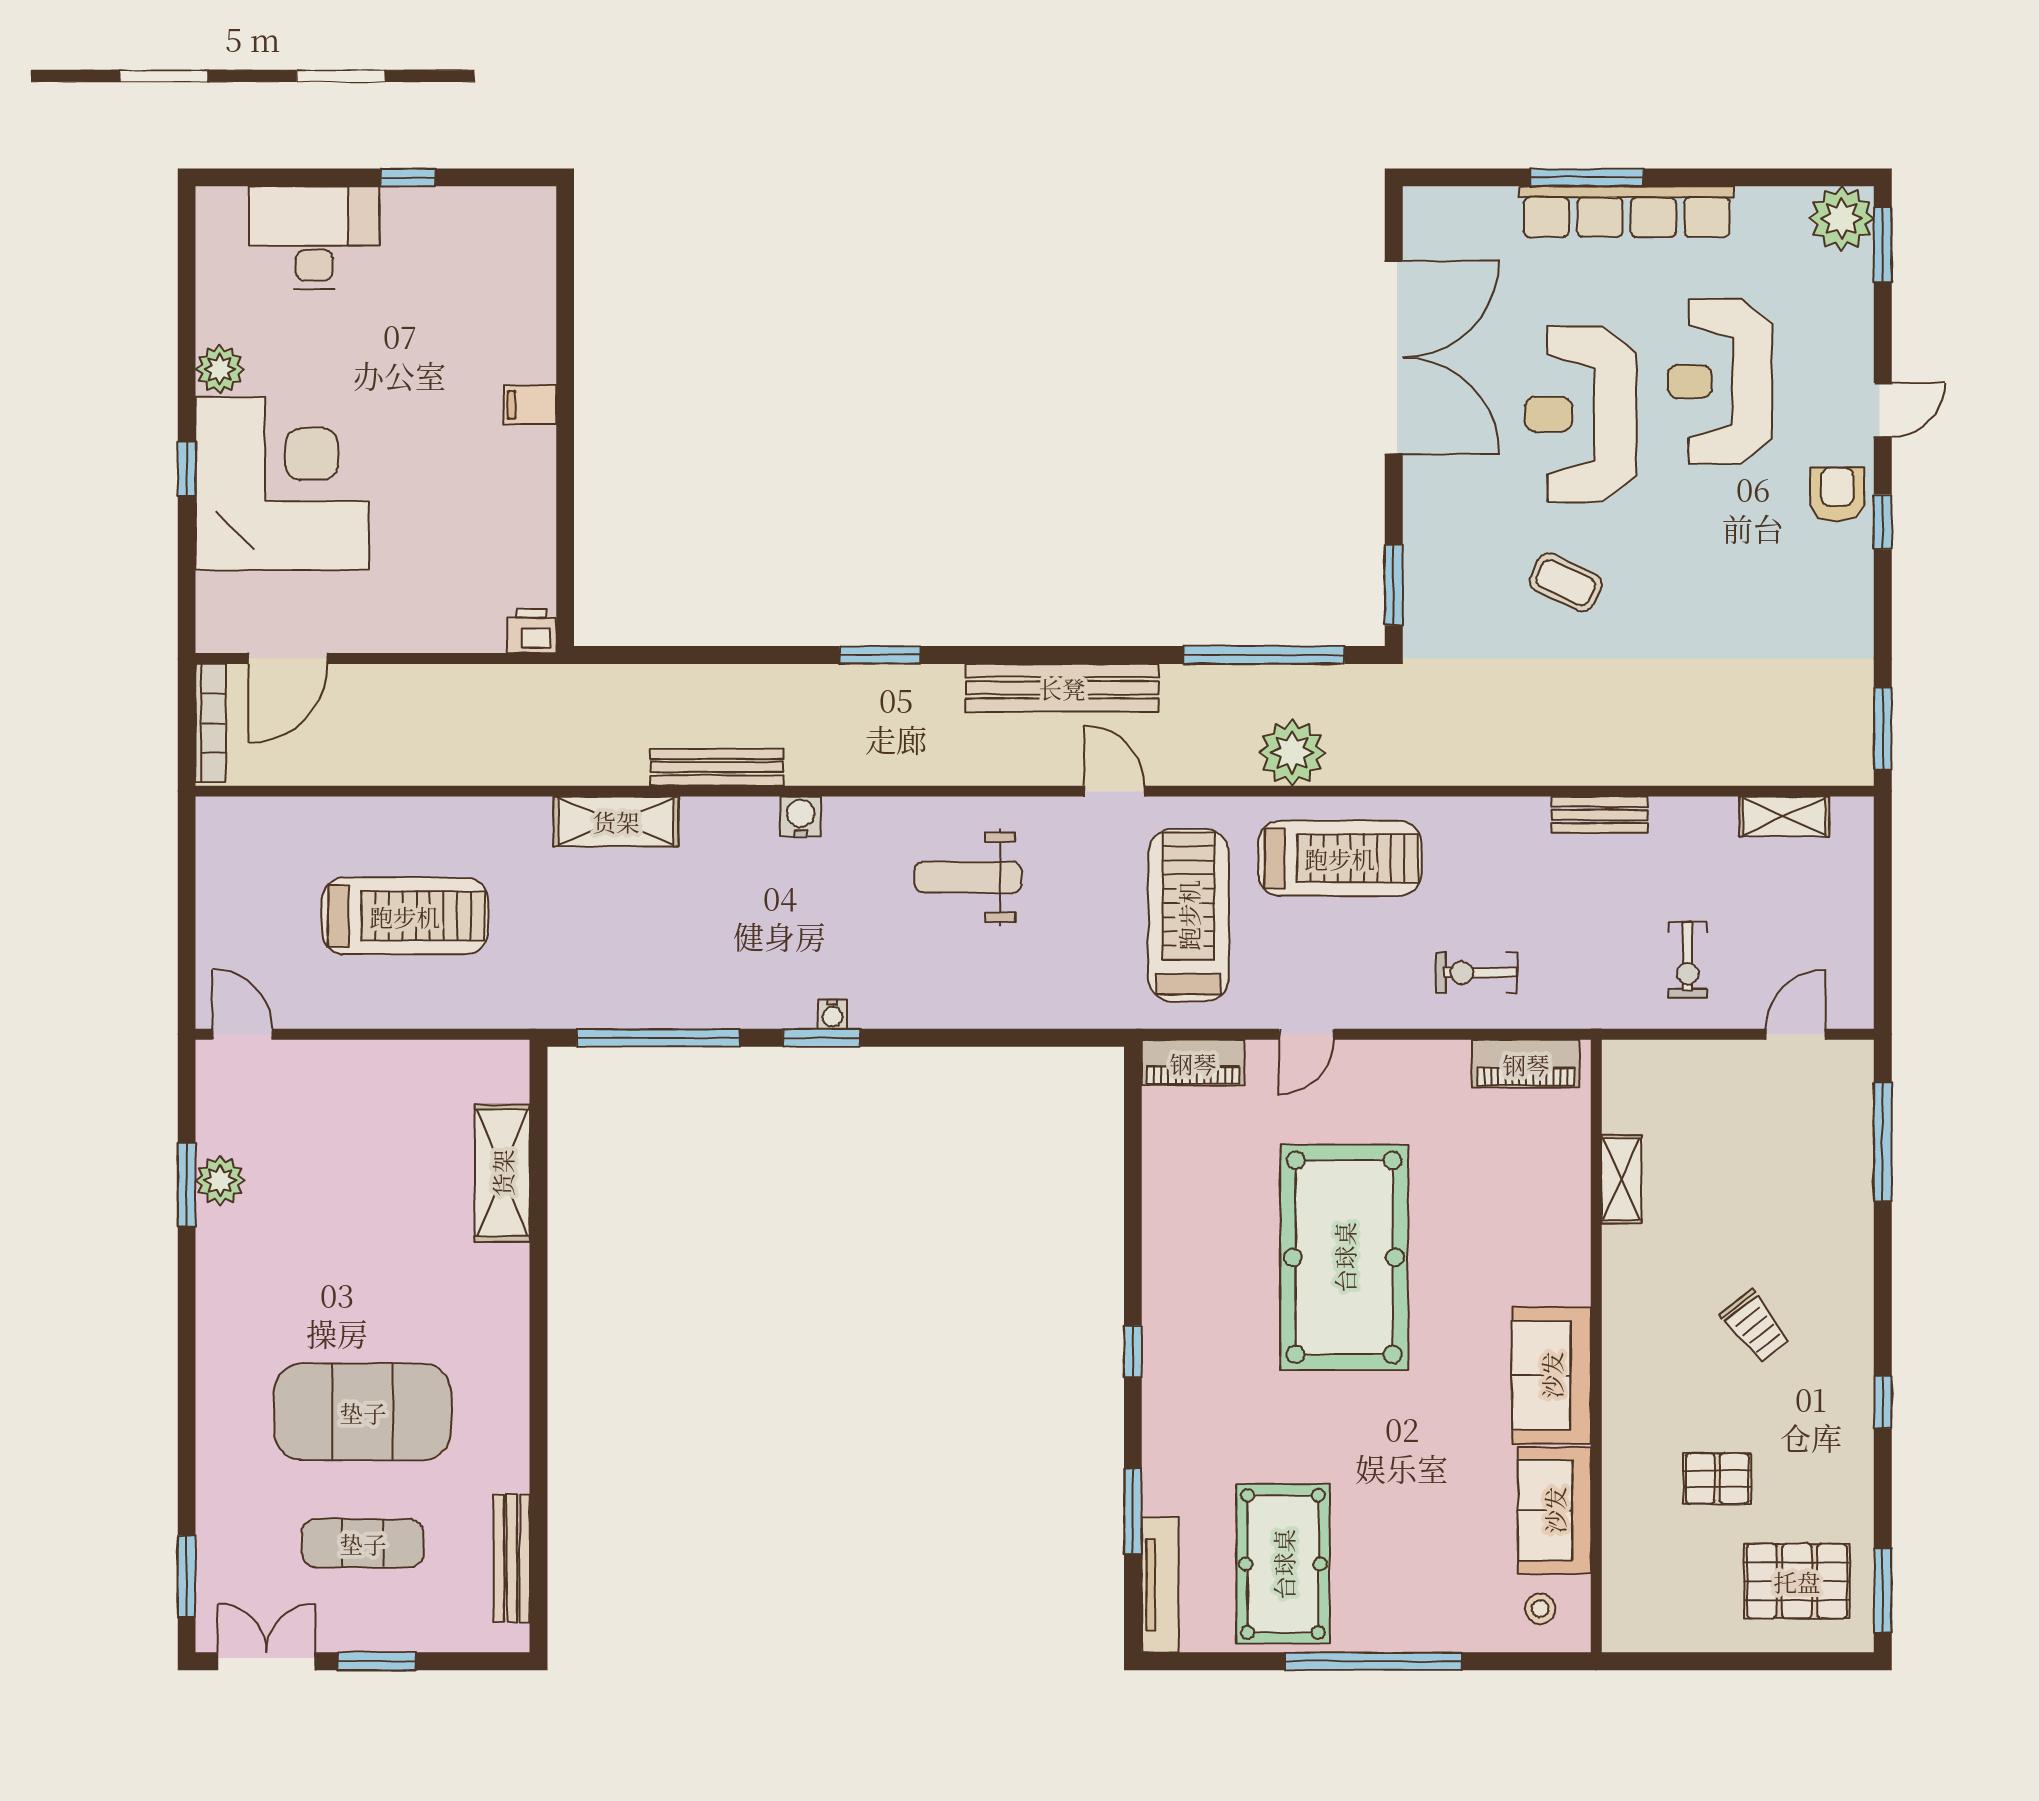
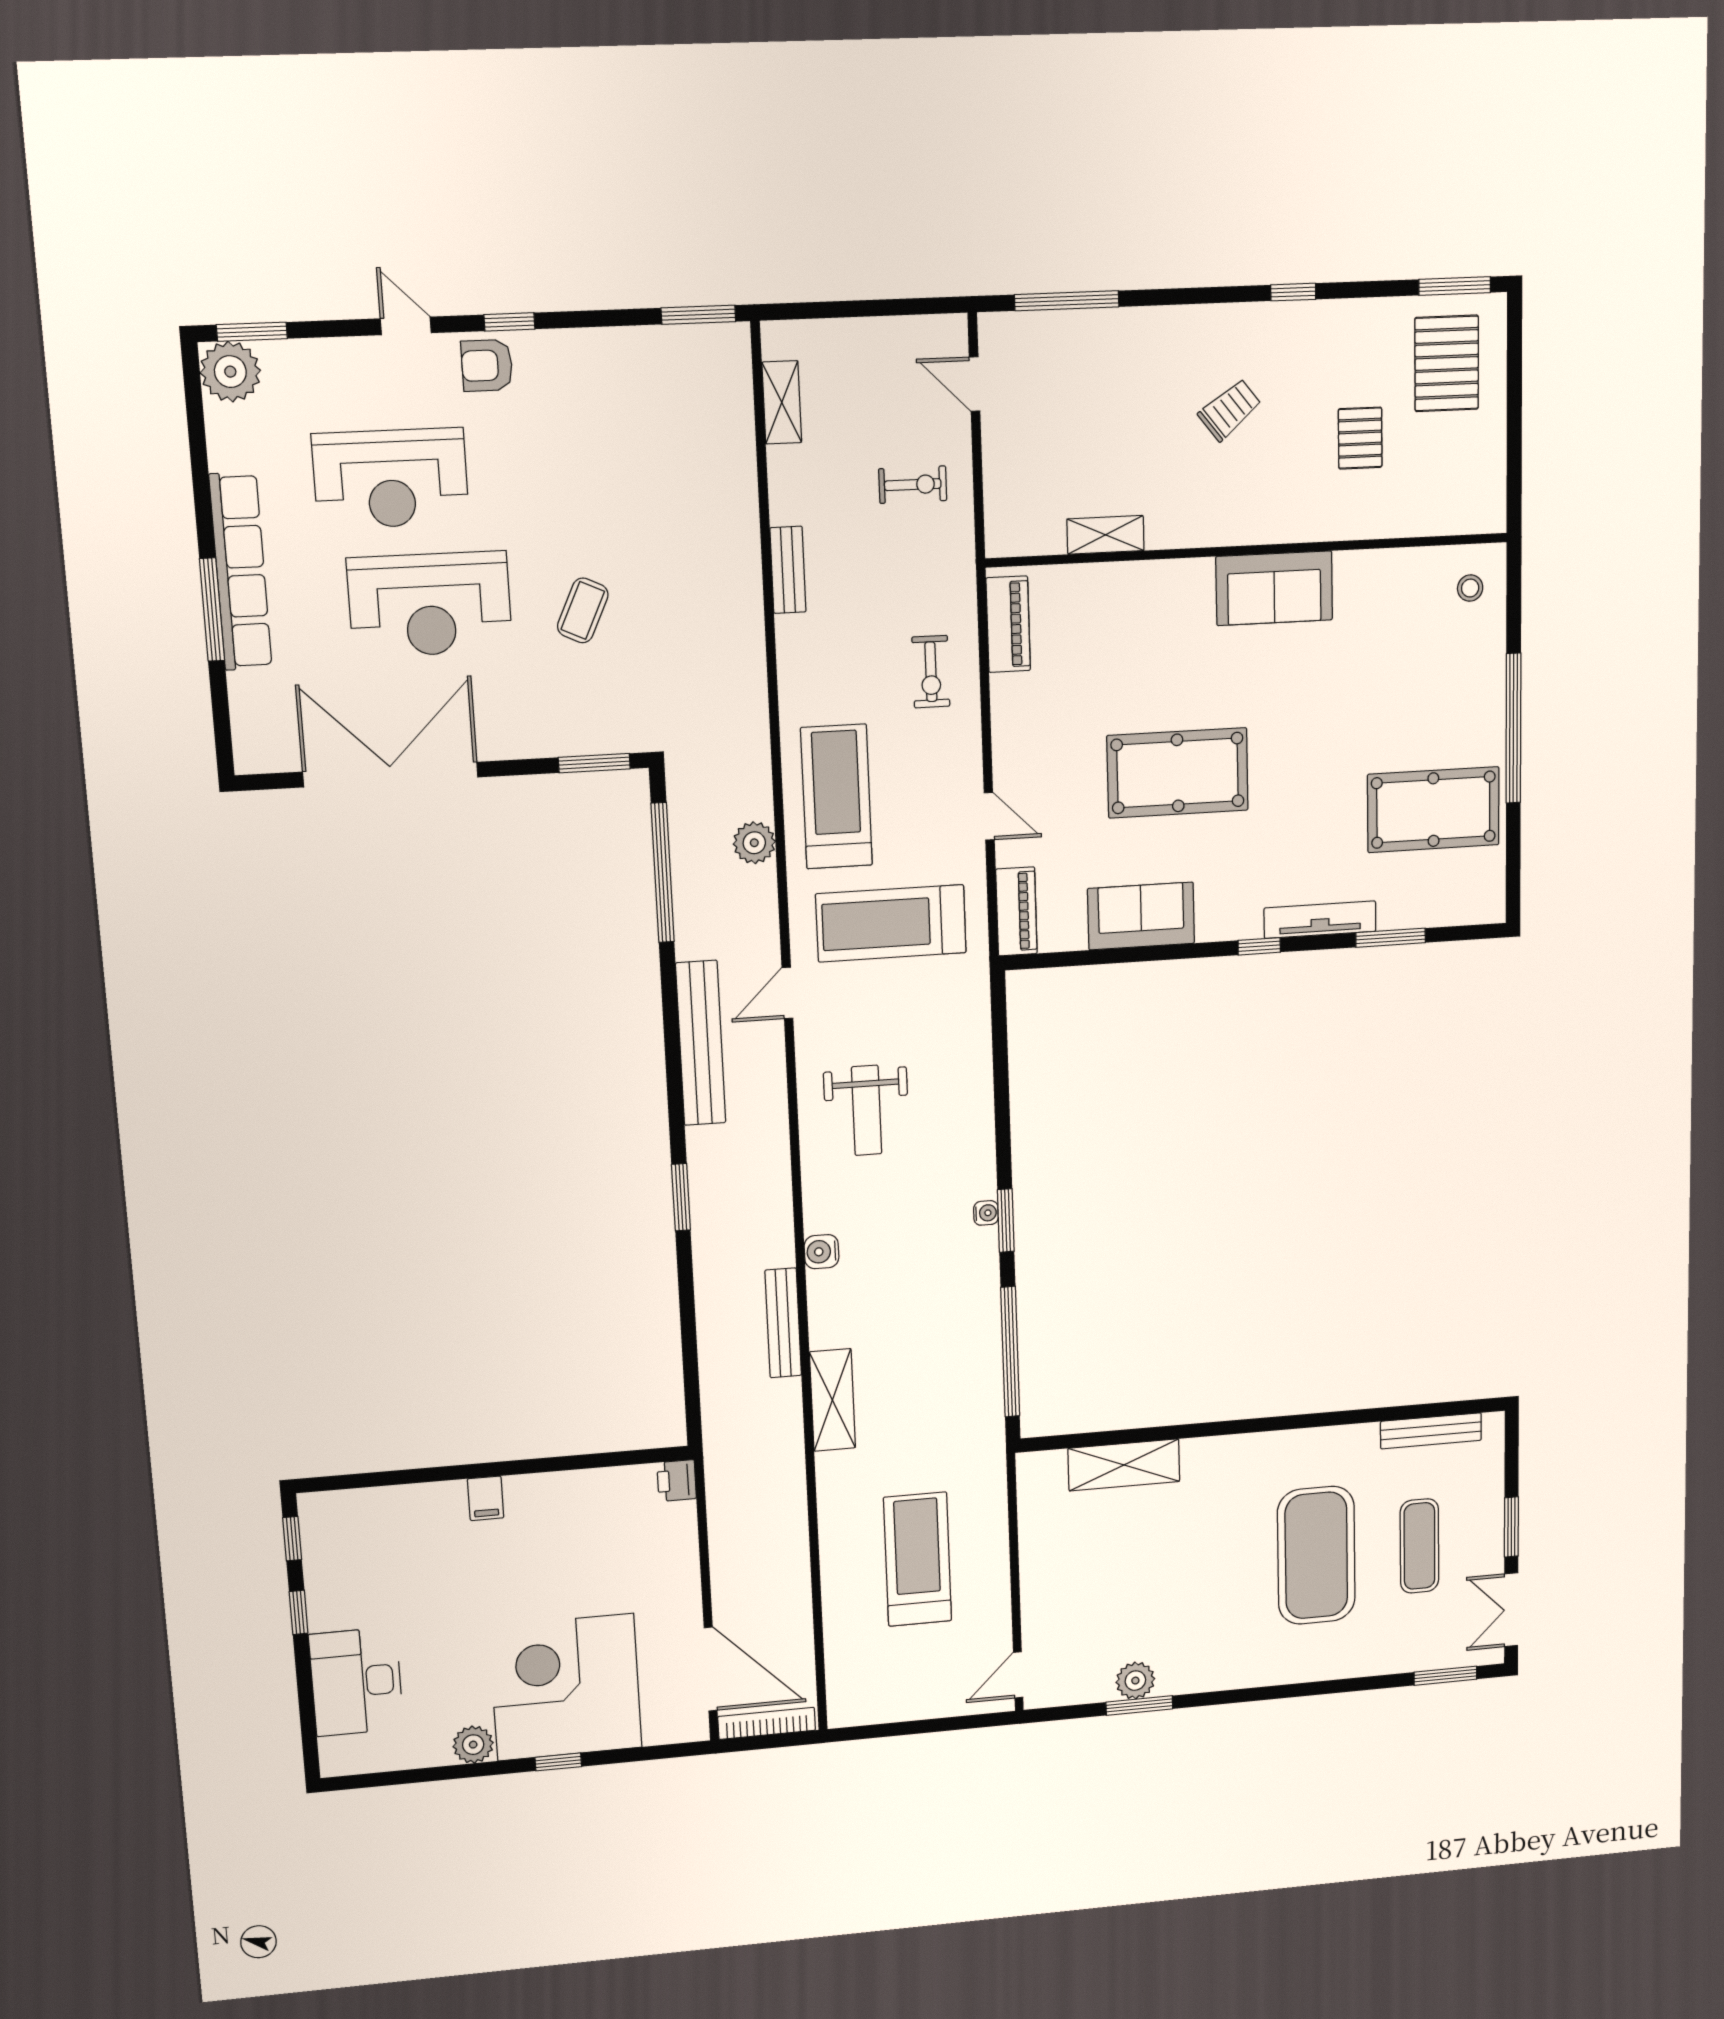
window: (501, 177) -> (292, 1539), added
door: (288, 658) -> (711, 1669), width x1.36
plant: (1292, 753) -> (754, 843), width x0.73, depth x0.73
pool table: (1344, 1257) -> (1178, 773), width x0.73, depth x0.76
sofa: (1554, 1510) -> (1141, 916), moved, turned 180
tv unit: (1160, 1585) -> (1320, 920), moved

